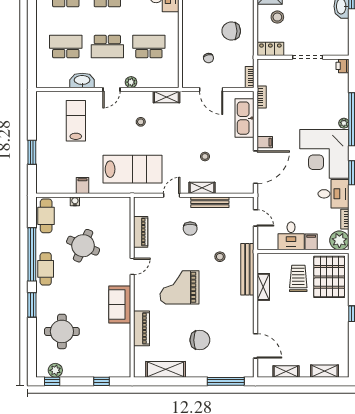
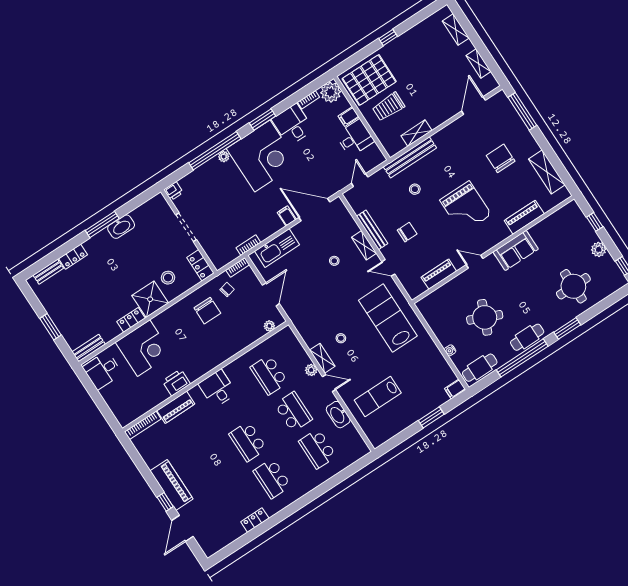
chair: (208, 58) -> (227, 290), moved
plant: (187, 72) -> (269, 326), added
shelving: (166, 97) -> (322, 358), moved
filing cabinet: (82, 186) -> (455, 389), moved
plant: (55, 370) -> (599, 249), moved

